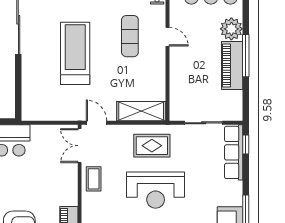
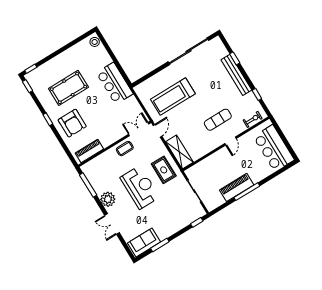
plant: (231, 29) -> (257, 174), removed
treadmill: (75, 53) -> (173, 97), moved, turned 180
row of seats: (234, 152) -> (188, 218), removed
reception desk: (156, 190) -> (140, 187), turned 180

